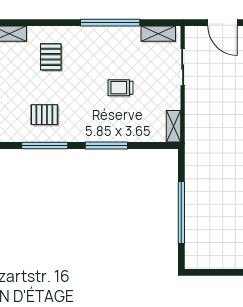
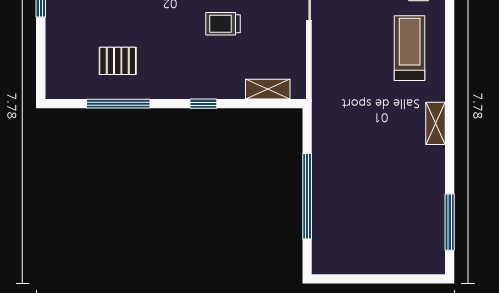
shelving: (174, 126) -> (268, 89), moved, turned 90
window: (106, 145) -> (203, 104), width x0.46

